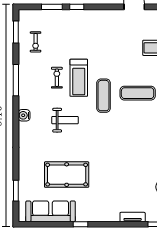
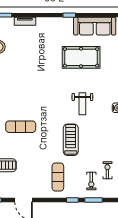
exercise bike: (57, 78) -> (91, 181), moved
exercise mat: (104, 96) -> (58, 177), moved
weight bench: (65, 120) -> (82, 104), turned -90

